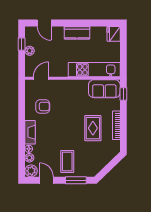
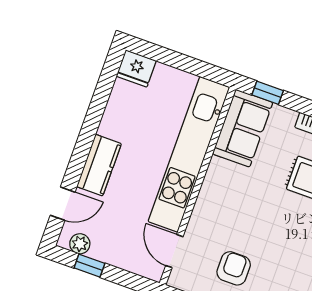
kitchen counter: (77, 33) -> (99, 165), moved
plant: (30, 51) -> (80, 244), moved
kitchen unit: (94, 70) -> (189, 154), width x1.36

